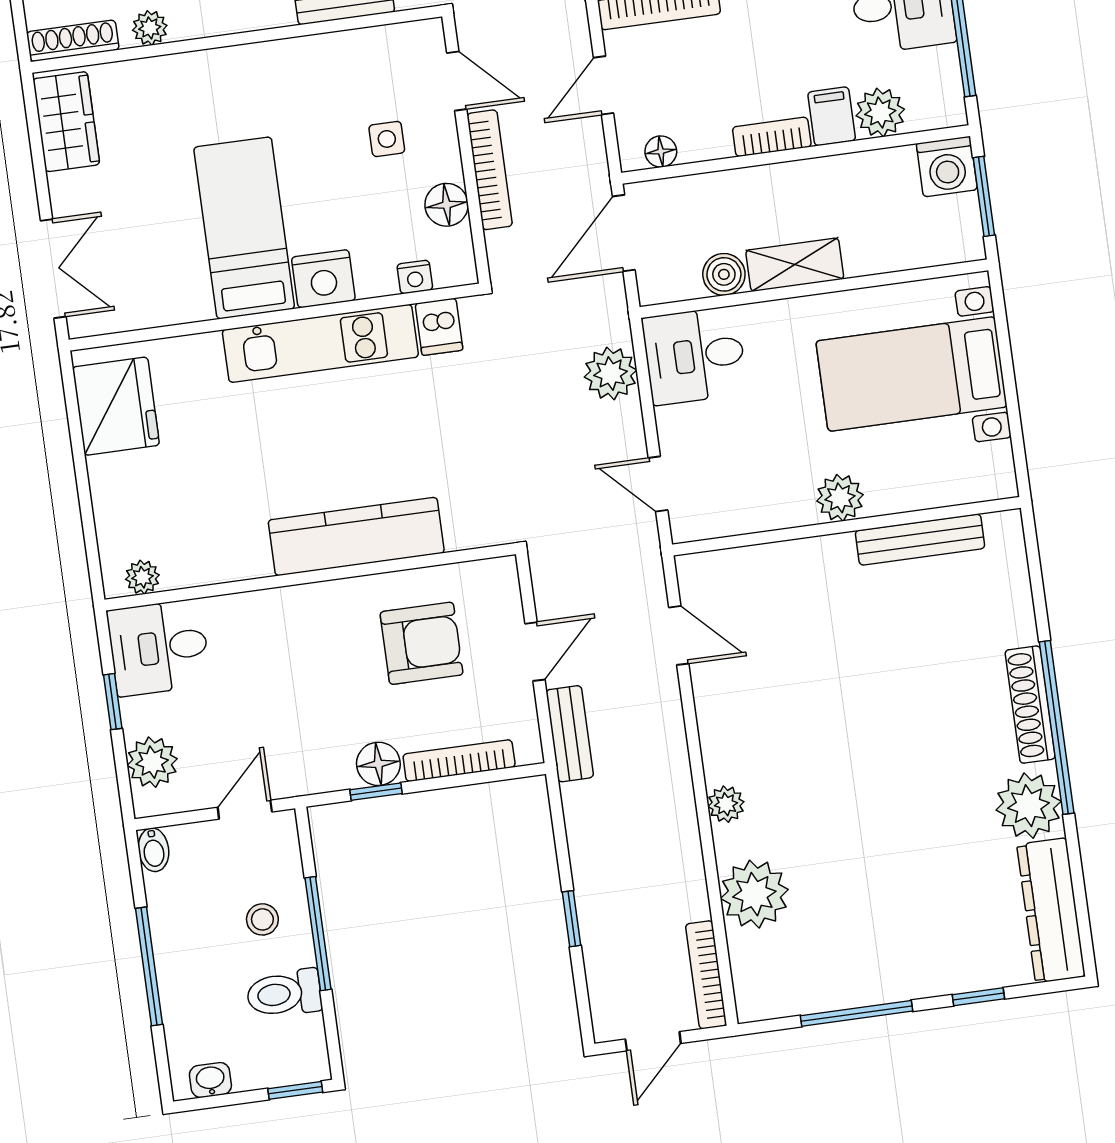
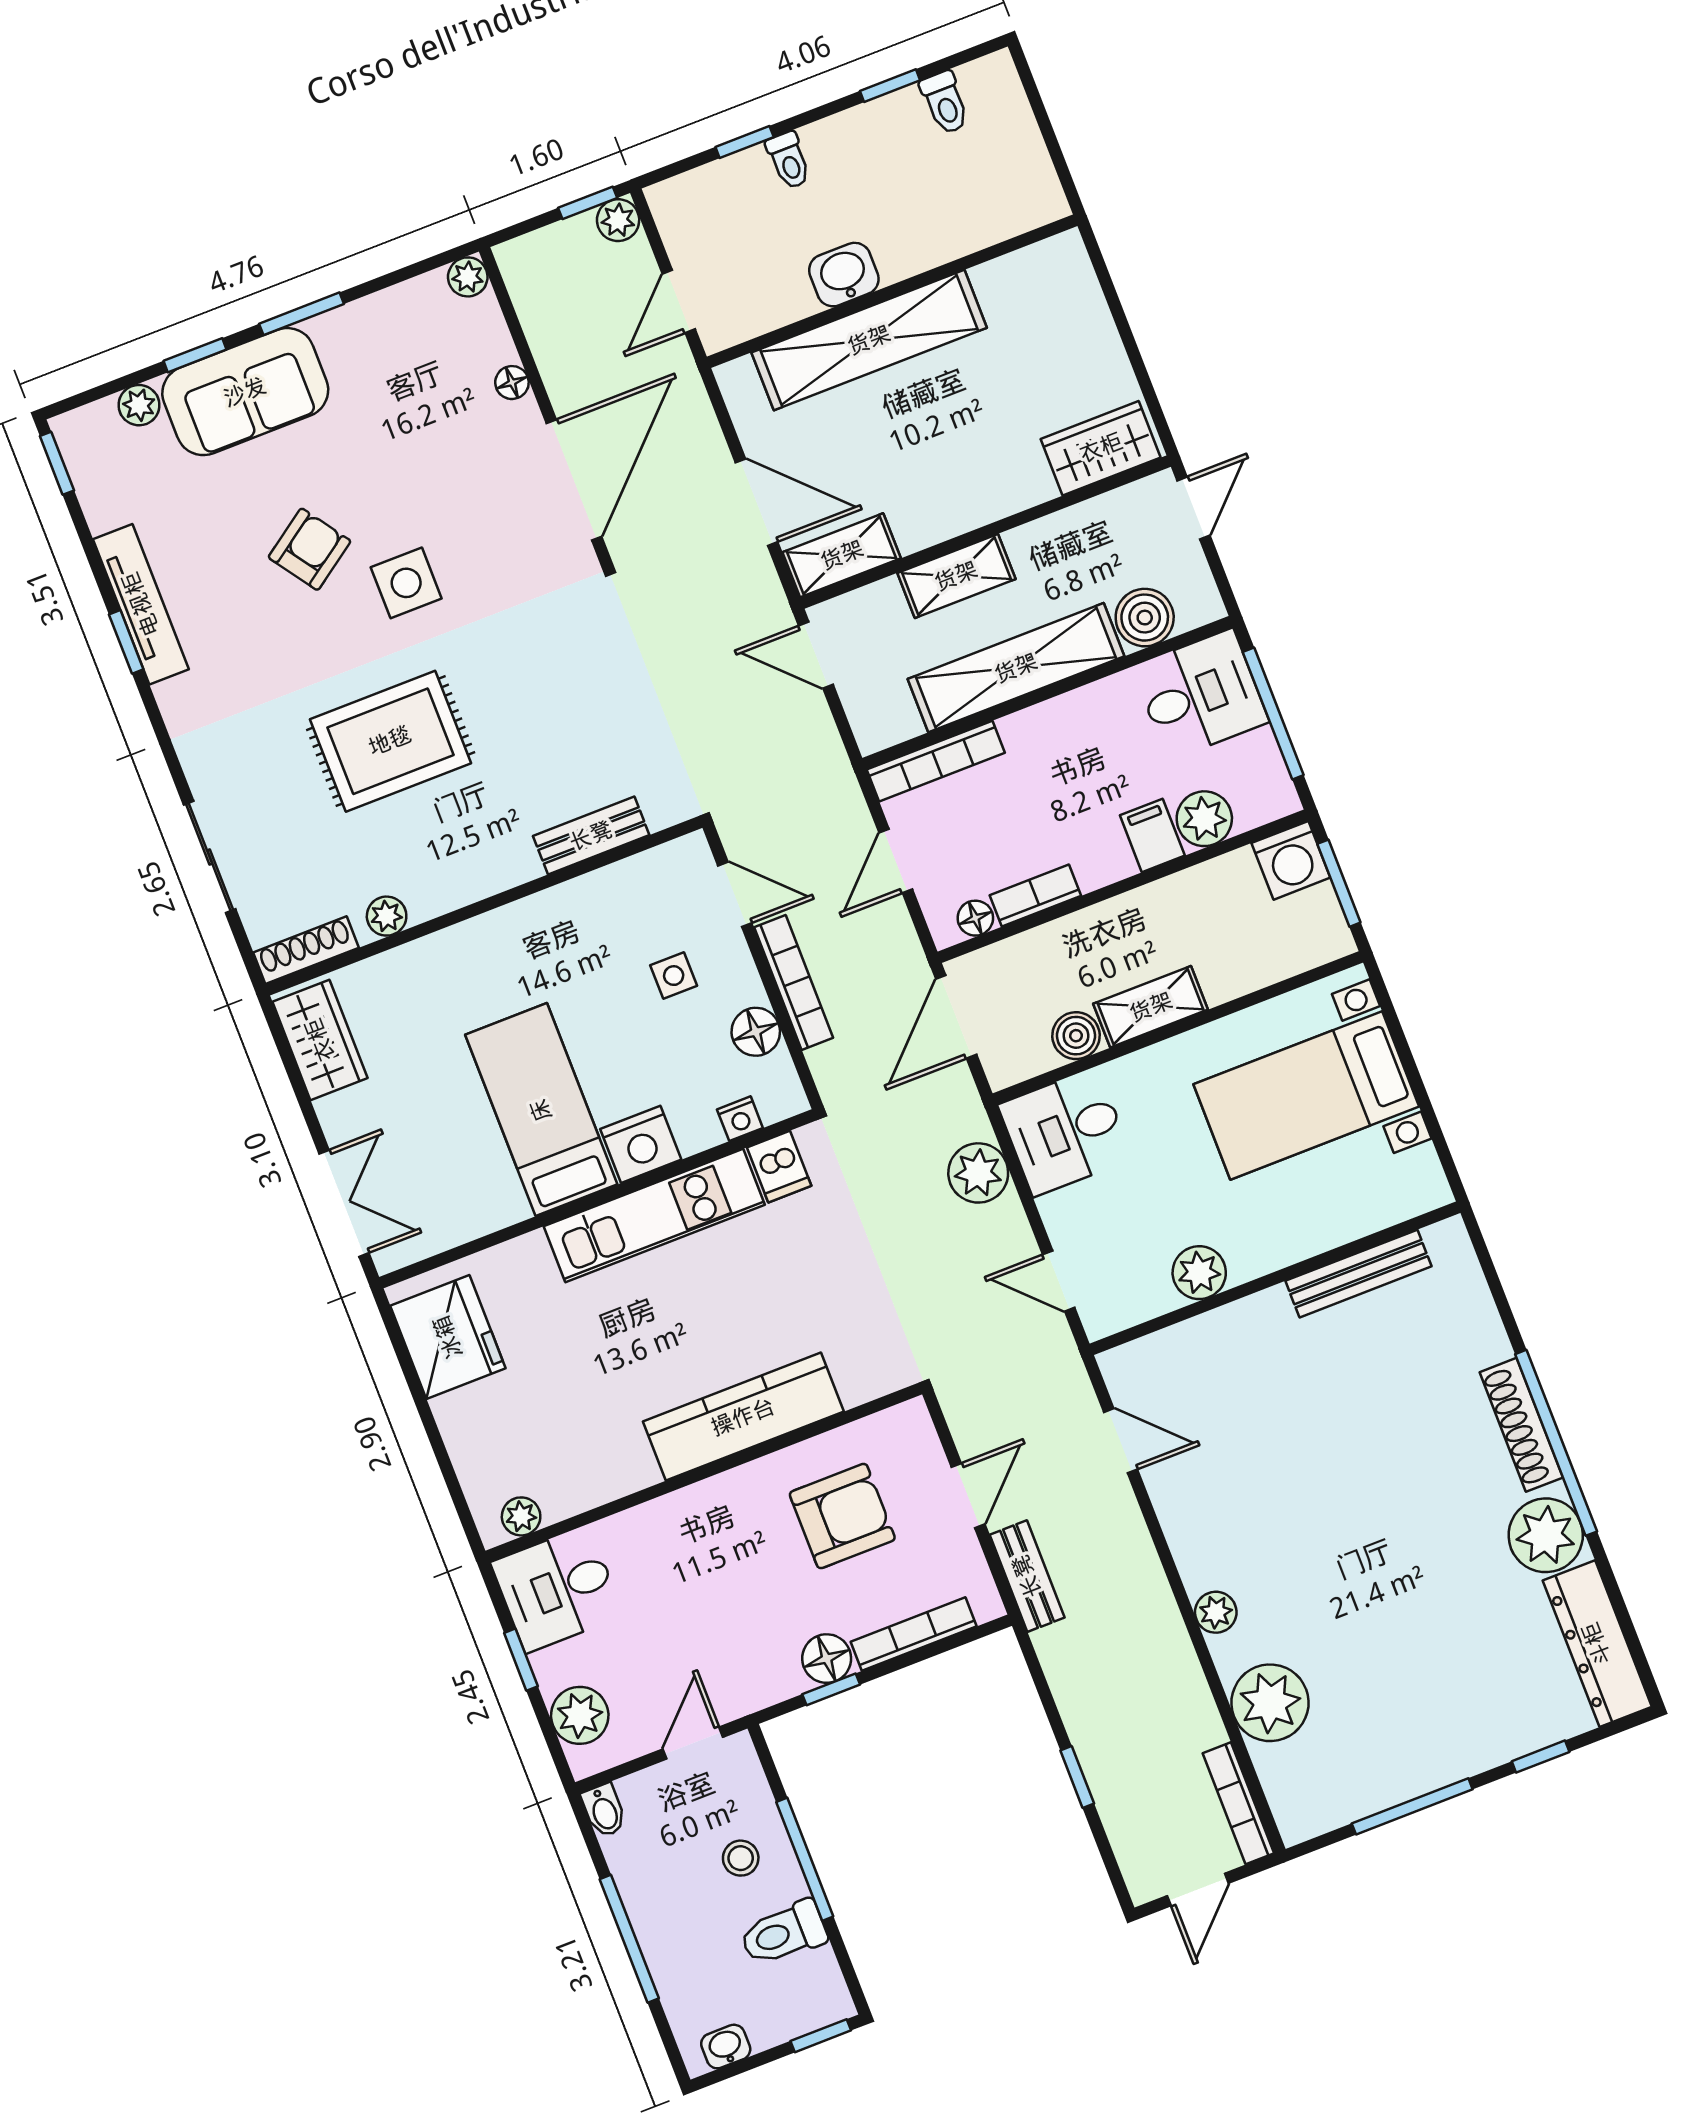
bookcase: (772, 137) -> (1035, 895), moved
plant: (840, 498) -> (1199, 1273), moved

